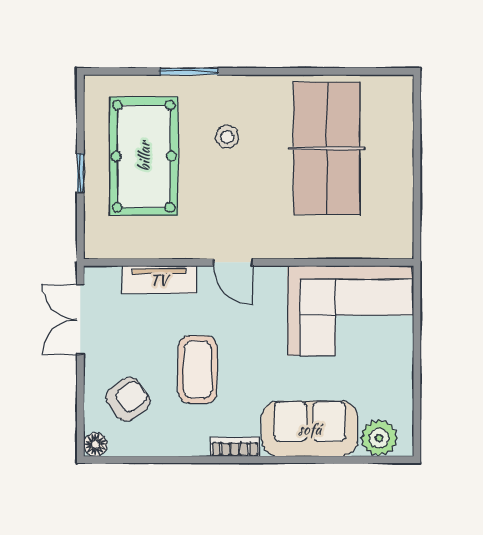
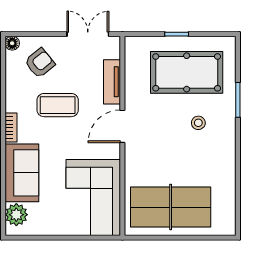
table tennis table: (327, 148) -> (171, 207), moved
door: (233, 262) -> (122, 126), width x1.37
armchair: (128, 399) -> (40, 63), turned -93

